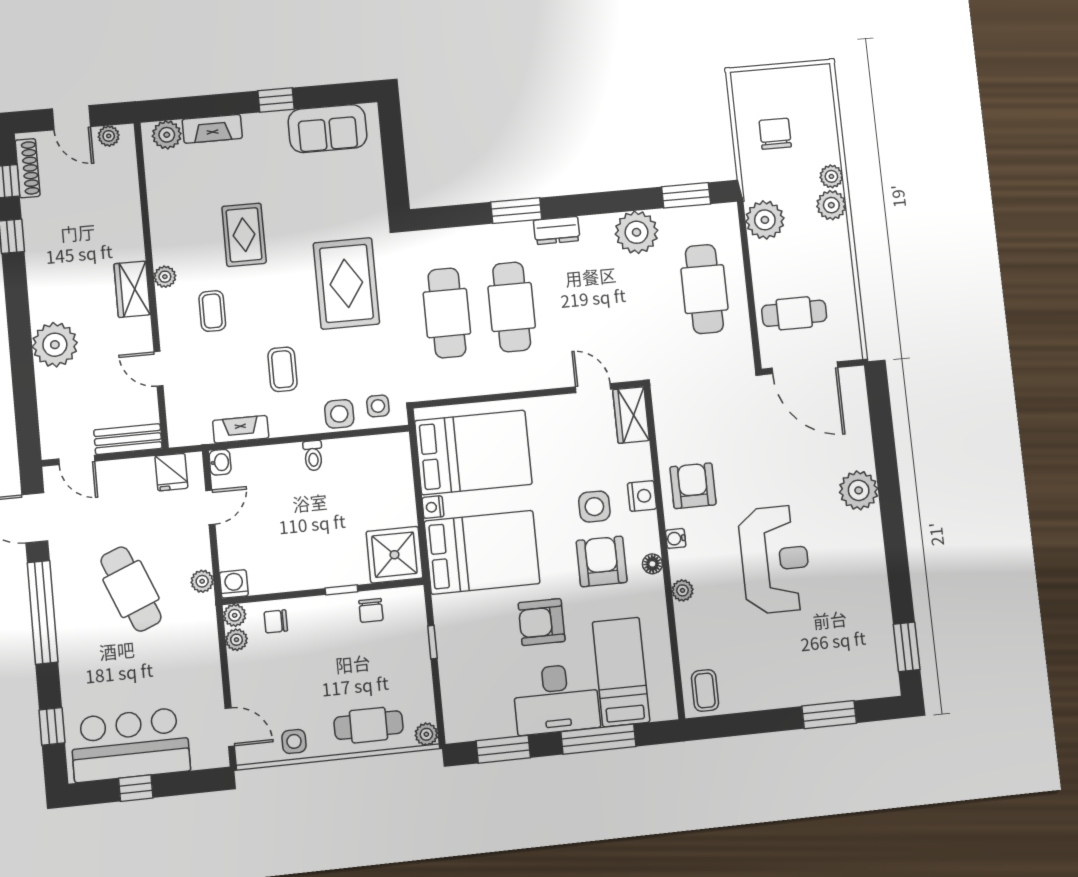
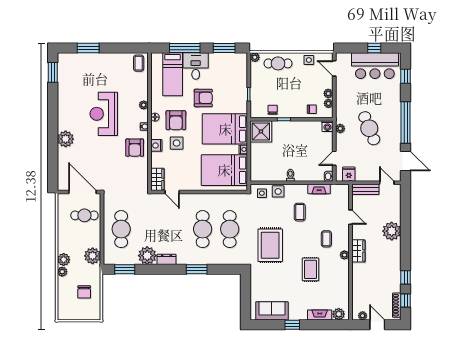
dresser: (557, 230) -> (167, 259), moved
plant: (235, 615) -> (328, 93), moved
desk: (556, 699) -> (196, 66), width x0.73

